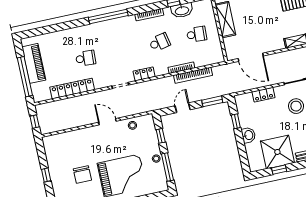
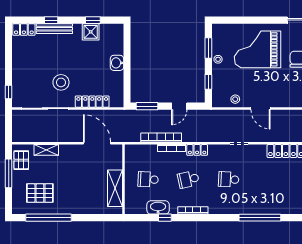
window: (108, 16) -> (260, 218), moved
school desk: (86, 58) -> (229, 179), moved
locker: (144, 74) -> (197, 150), moved
locker: (263, 95) -> (92, 102), width x1.53
window: (236, 121) -> (127, 80), removed
shower: (277, 152) -> (91, 32), width x0.54, depth x0.54
window: (167, 167) -> (208, 48), width x0.69

